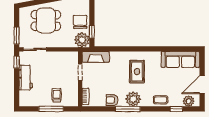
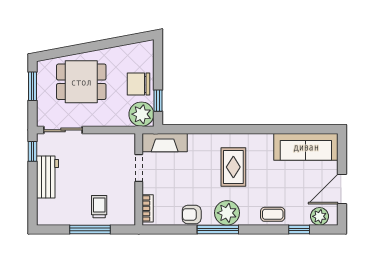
chair: (80, 22) -> (139, 84), turned -90
window: (17, 36) -> (32, 86), moved

